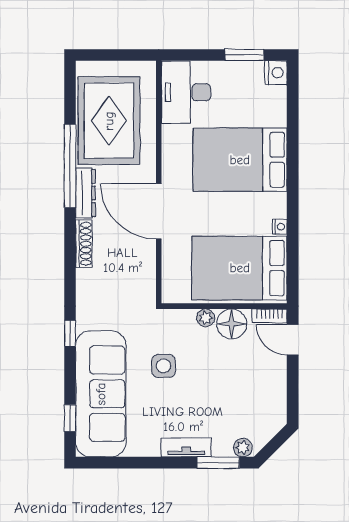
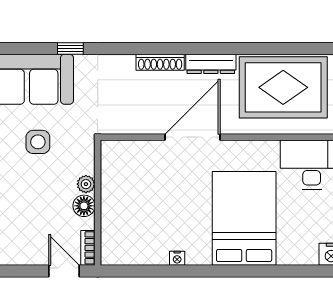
window: (70, 166) -> (238, 48), removed
bed: (240, 268) -> (136, 218), removed
floor lamp: (231, 324) -> (84, 206), width x0.73, depth x0.73
door: (293, 340) -> (64, 271), hinge flipped

